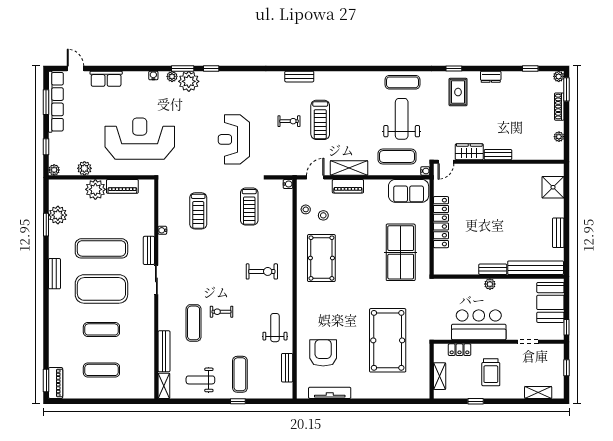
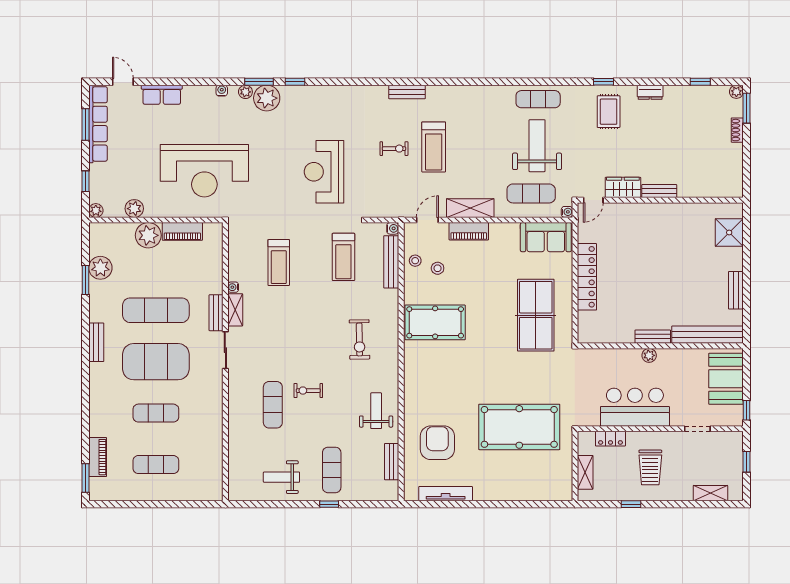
shoe rack: (559, 107) -> (737, 130), width x0.70
plant: (559, 137) -> (737, 168), removed
reception desk: (140, 139) -> (204, 171), turned 180
pool table: (321, 258) -> (435, 322), turned 90
exercise bike: (262, 271) -> (359, 339), turned 89
pool table: (388, 340) -> (519, 427), turned 90
bench: (164, 351) -> (391, 262), moved
piano: (56, 383) -> (98, 457), moved
shelving: (164, 386) -> (235, 310), moved

